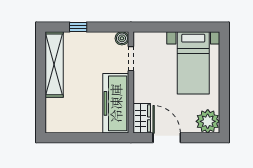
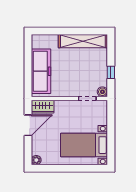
window: (78, 27) -> (111, 72), moved
freezer: (116, 103) -> (41, 71), moved, turned 90
plant: (208, 121) -> (36, 160), width x0.53, depth x0.53

